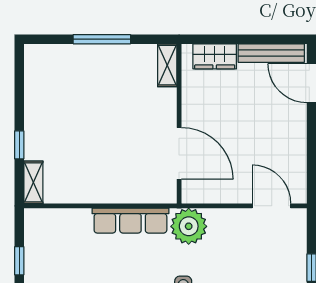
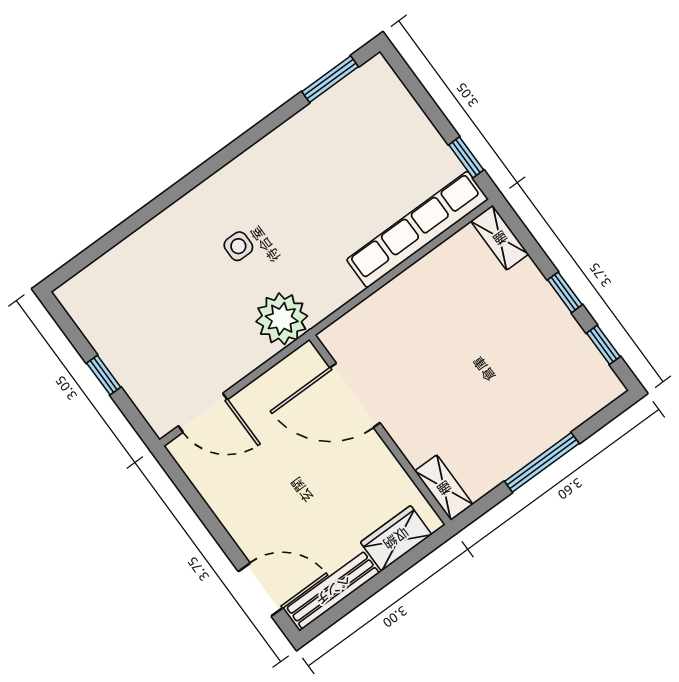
window: (19, 80) -> (603, 345), added
window: (19, 145) -> (565, 292), moved
row of seats: (130, 221) -> (417, 230), moved, width x1.36
window: (19, 261) -> (466, 157), moved

